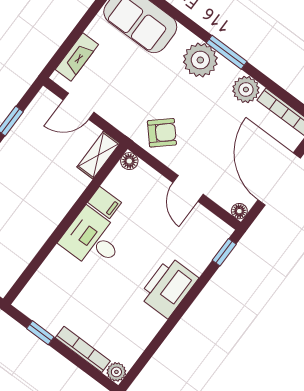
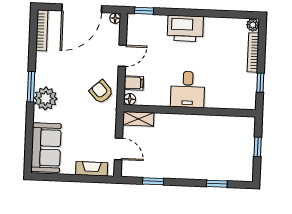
plant: (246, 89) -> (44, 61), removed
filing cabinet: (105, 202) -> (134, 83), moved, turned 90

